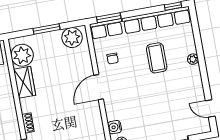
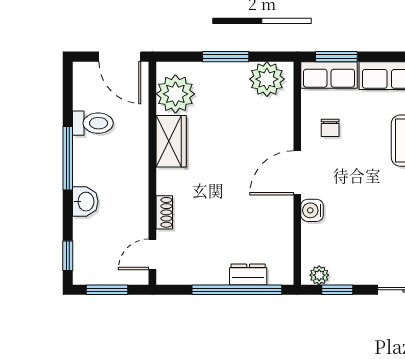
water cooler: (115, 127) -> (312, 210), moved

